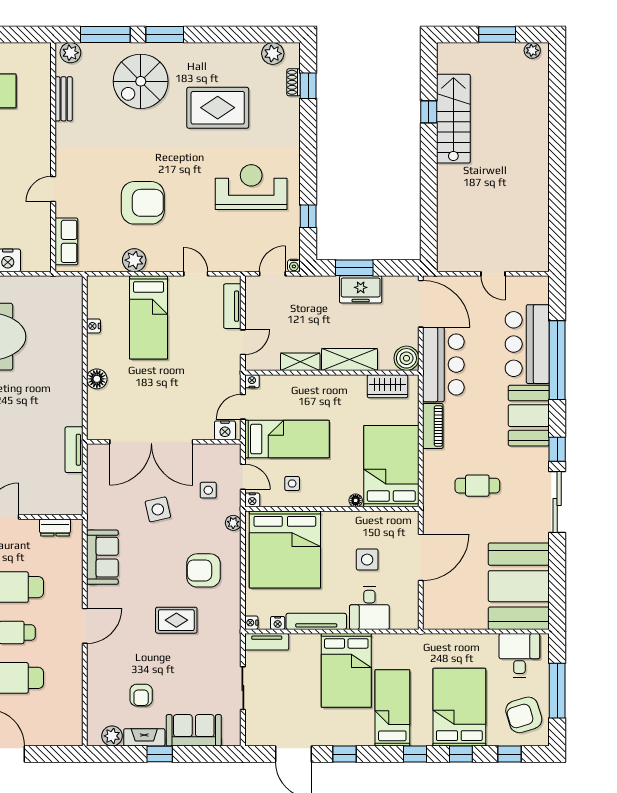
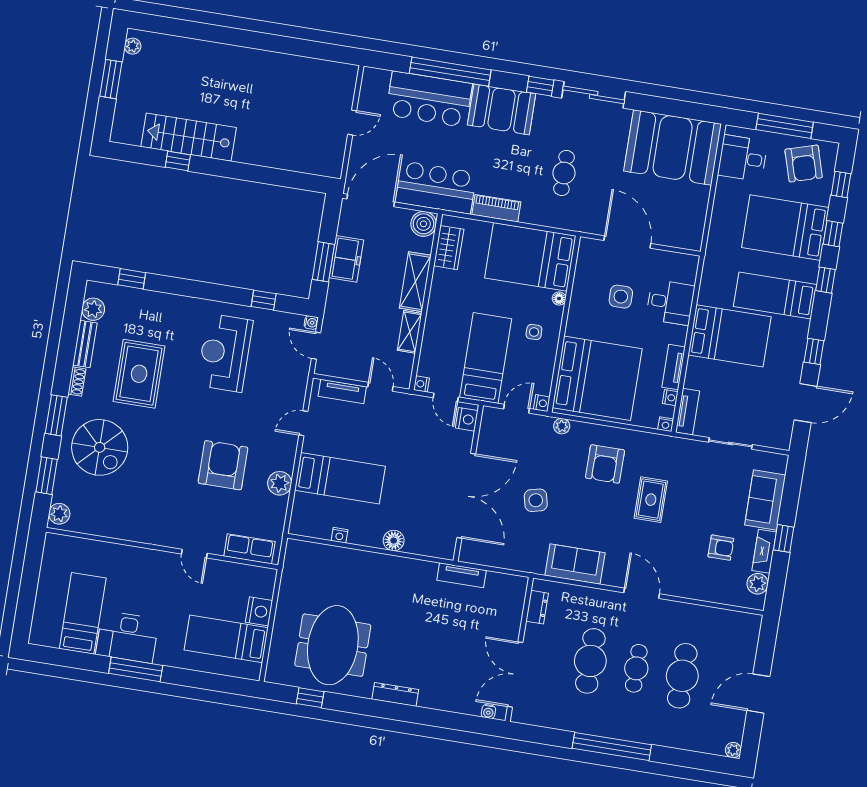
window: (105, 35) -> (47, 476), width x0.69
shoe rack: (294, 82) -> (77, 381), moved, turned -90
bench: (64, 99) -> (85, 344), moved, turned 90
side table: (292, 483) -> (534, 332), moved
side table: (208, 490) -> (525, 446), removed
tv unit: (316, 621) -> (674, 367), width x0.71

